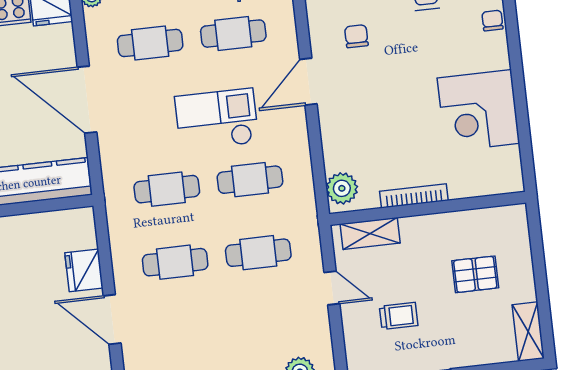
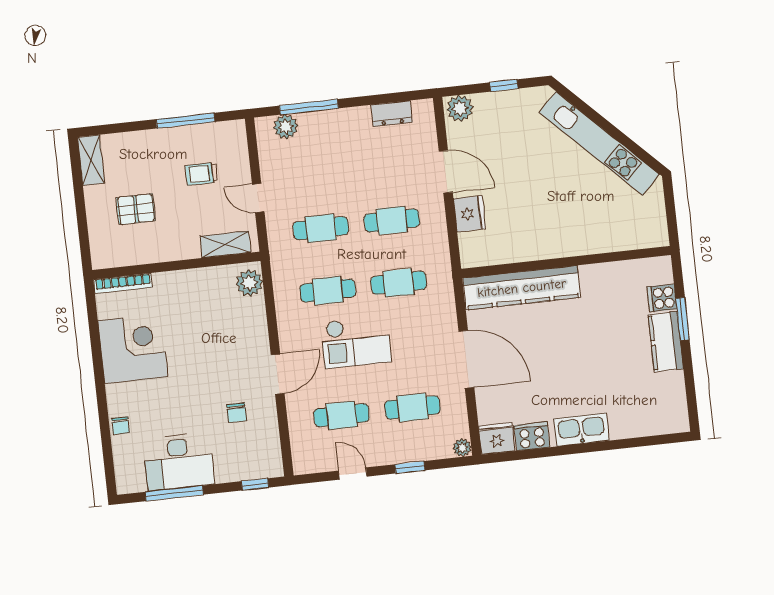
bookcase: (414, 196) -> (123, 283), moved

